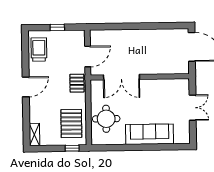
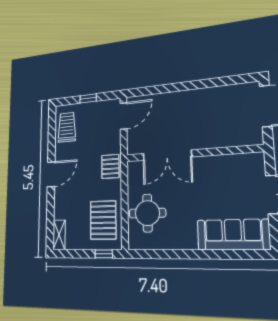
door: (88, 57) -> (124, 116), moved
sofa: (149, 134) -> (233, 235), moved

